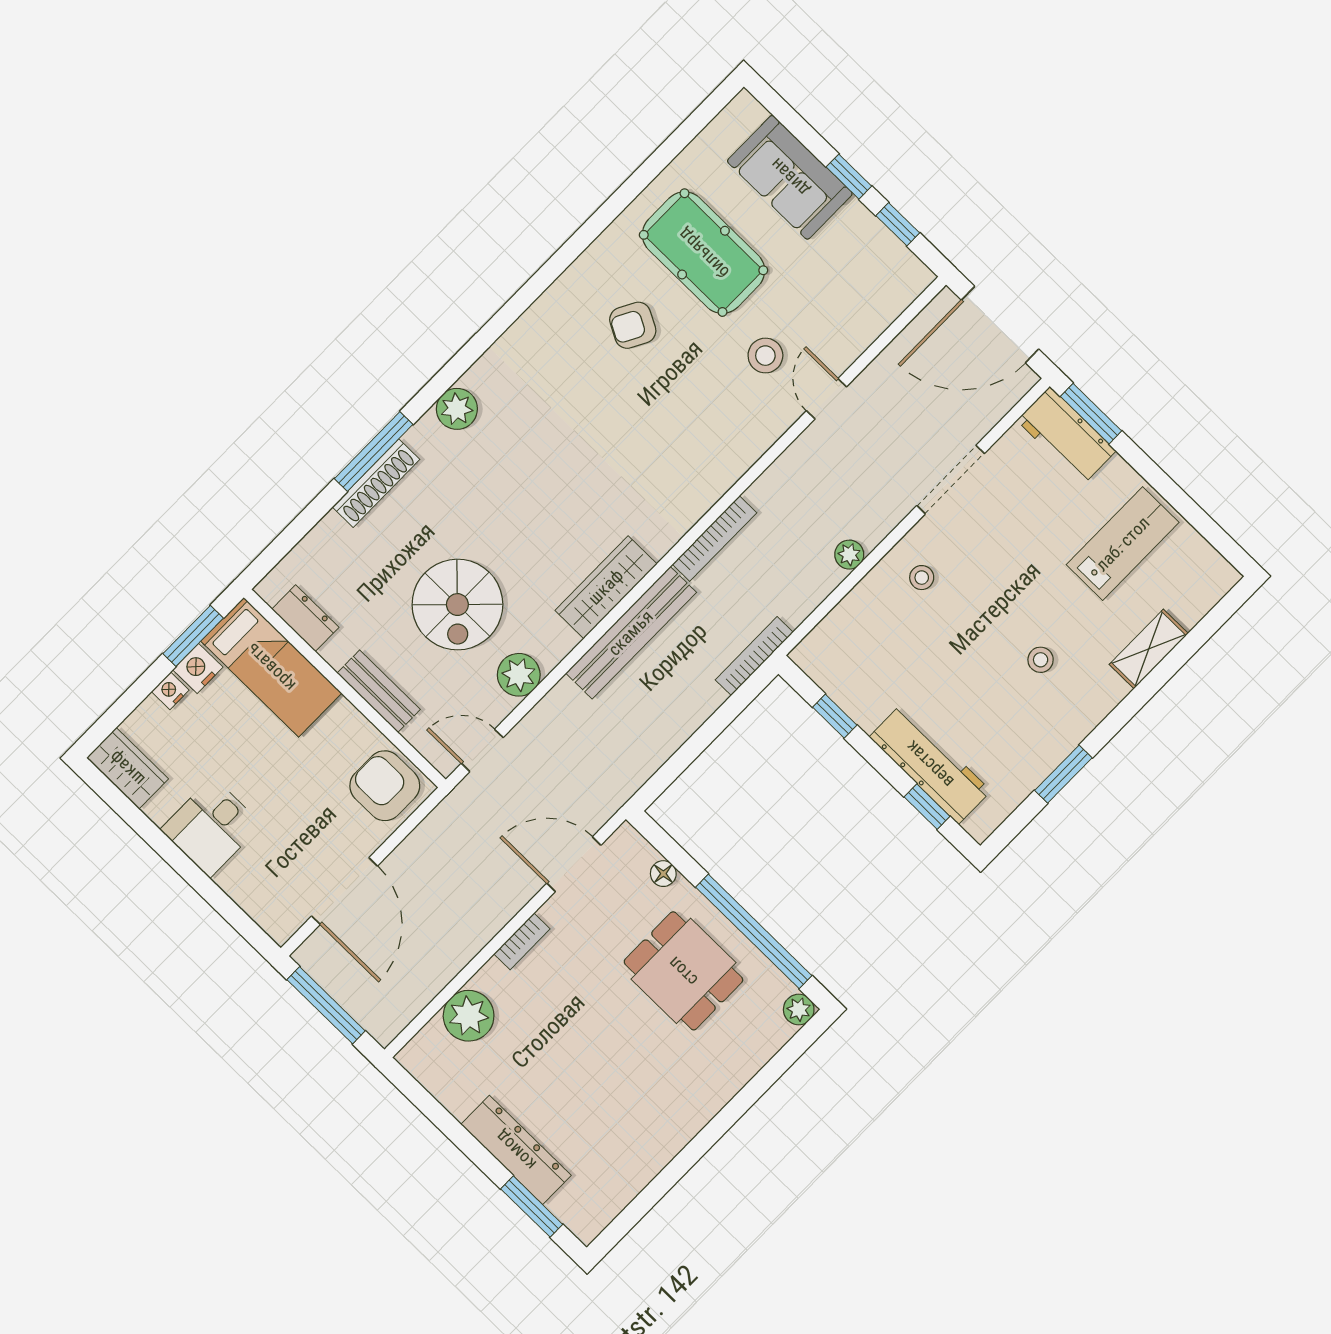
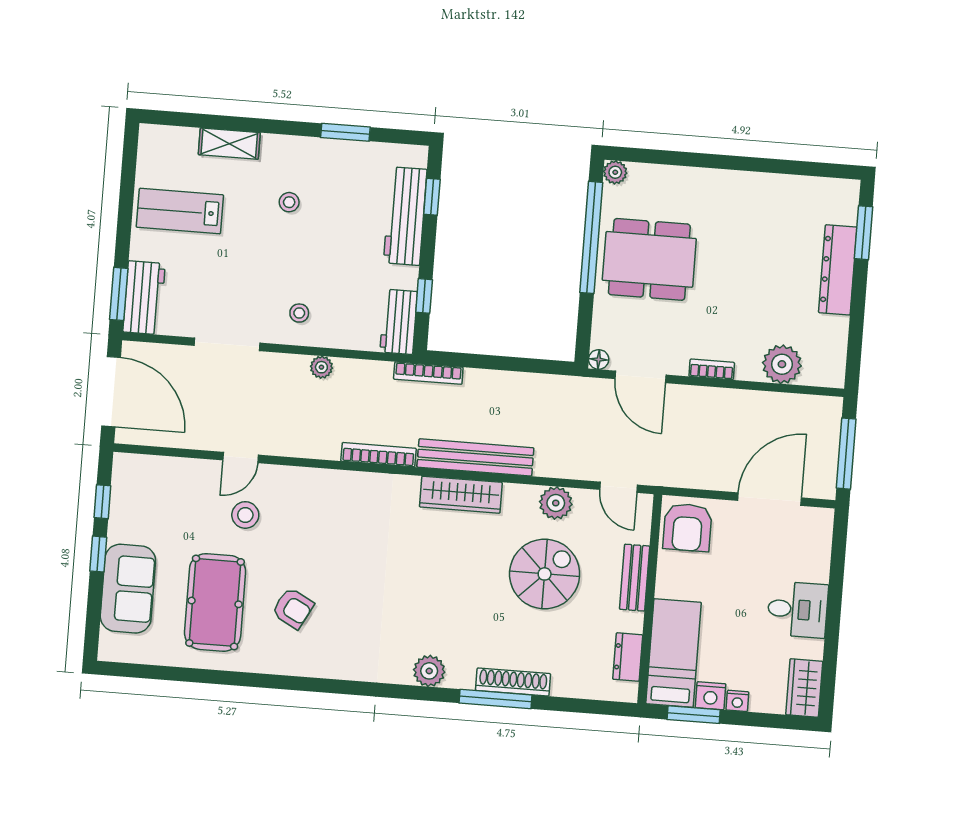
workbench: (830, 669) -> (399, 322), added
floor lamp: (663, 874) -> (599, 359), moved
dining table: (683, 971) -> (649, 259), width x1.38

